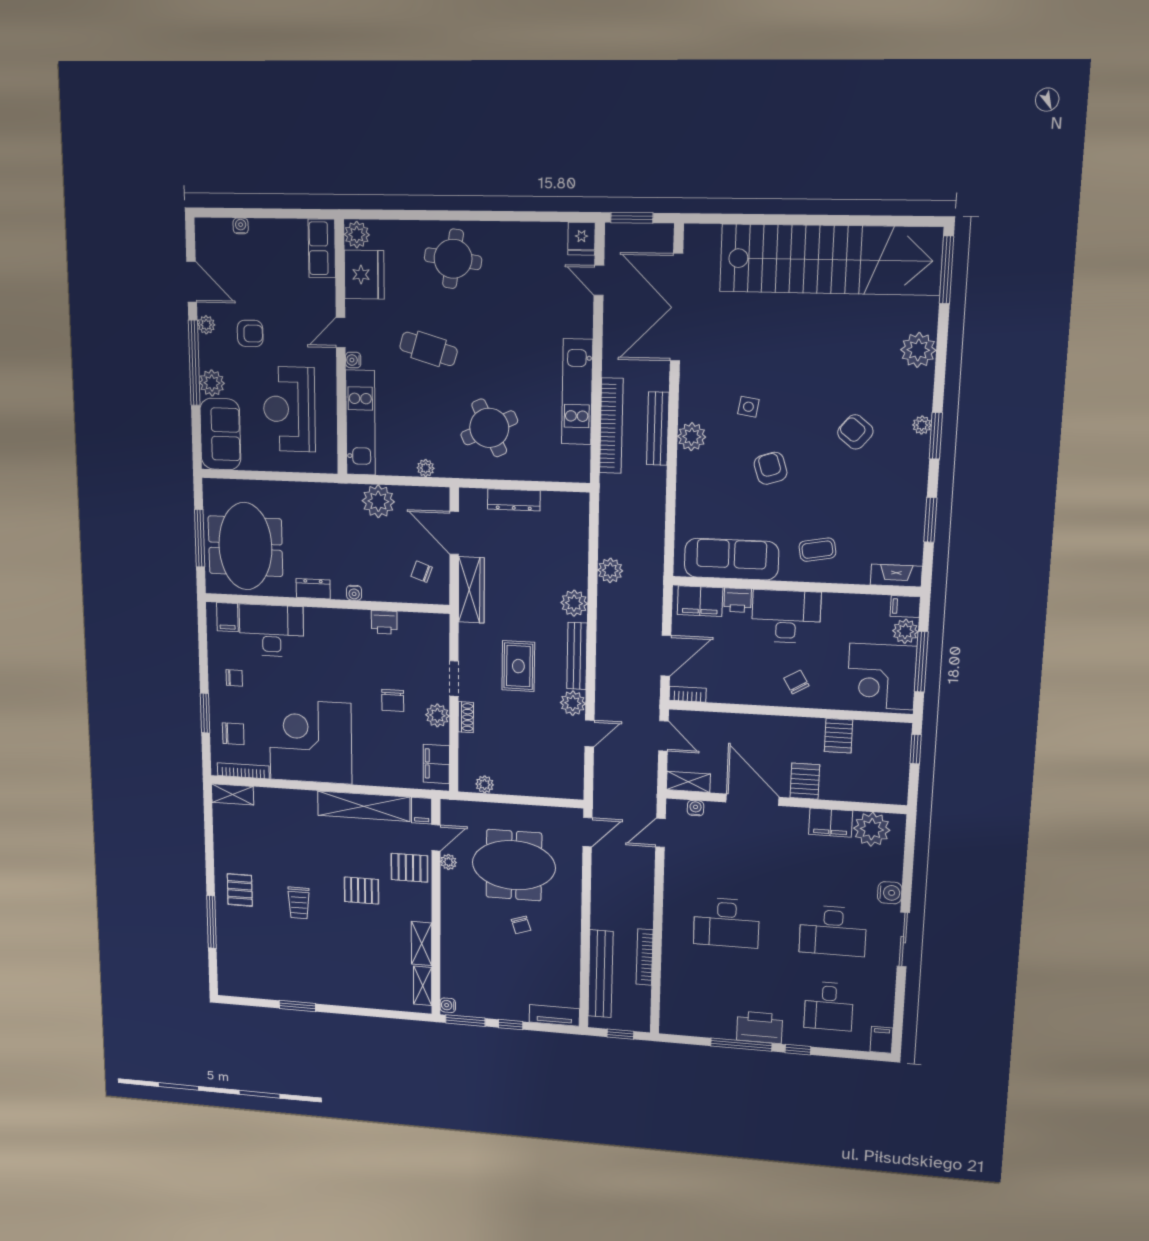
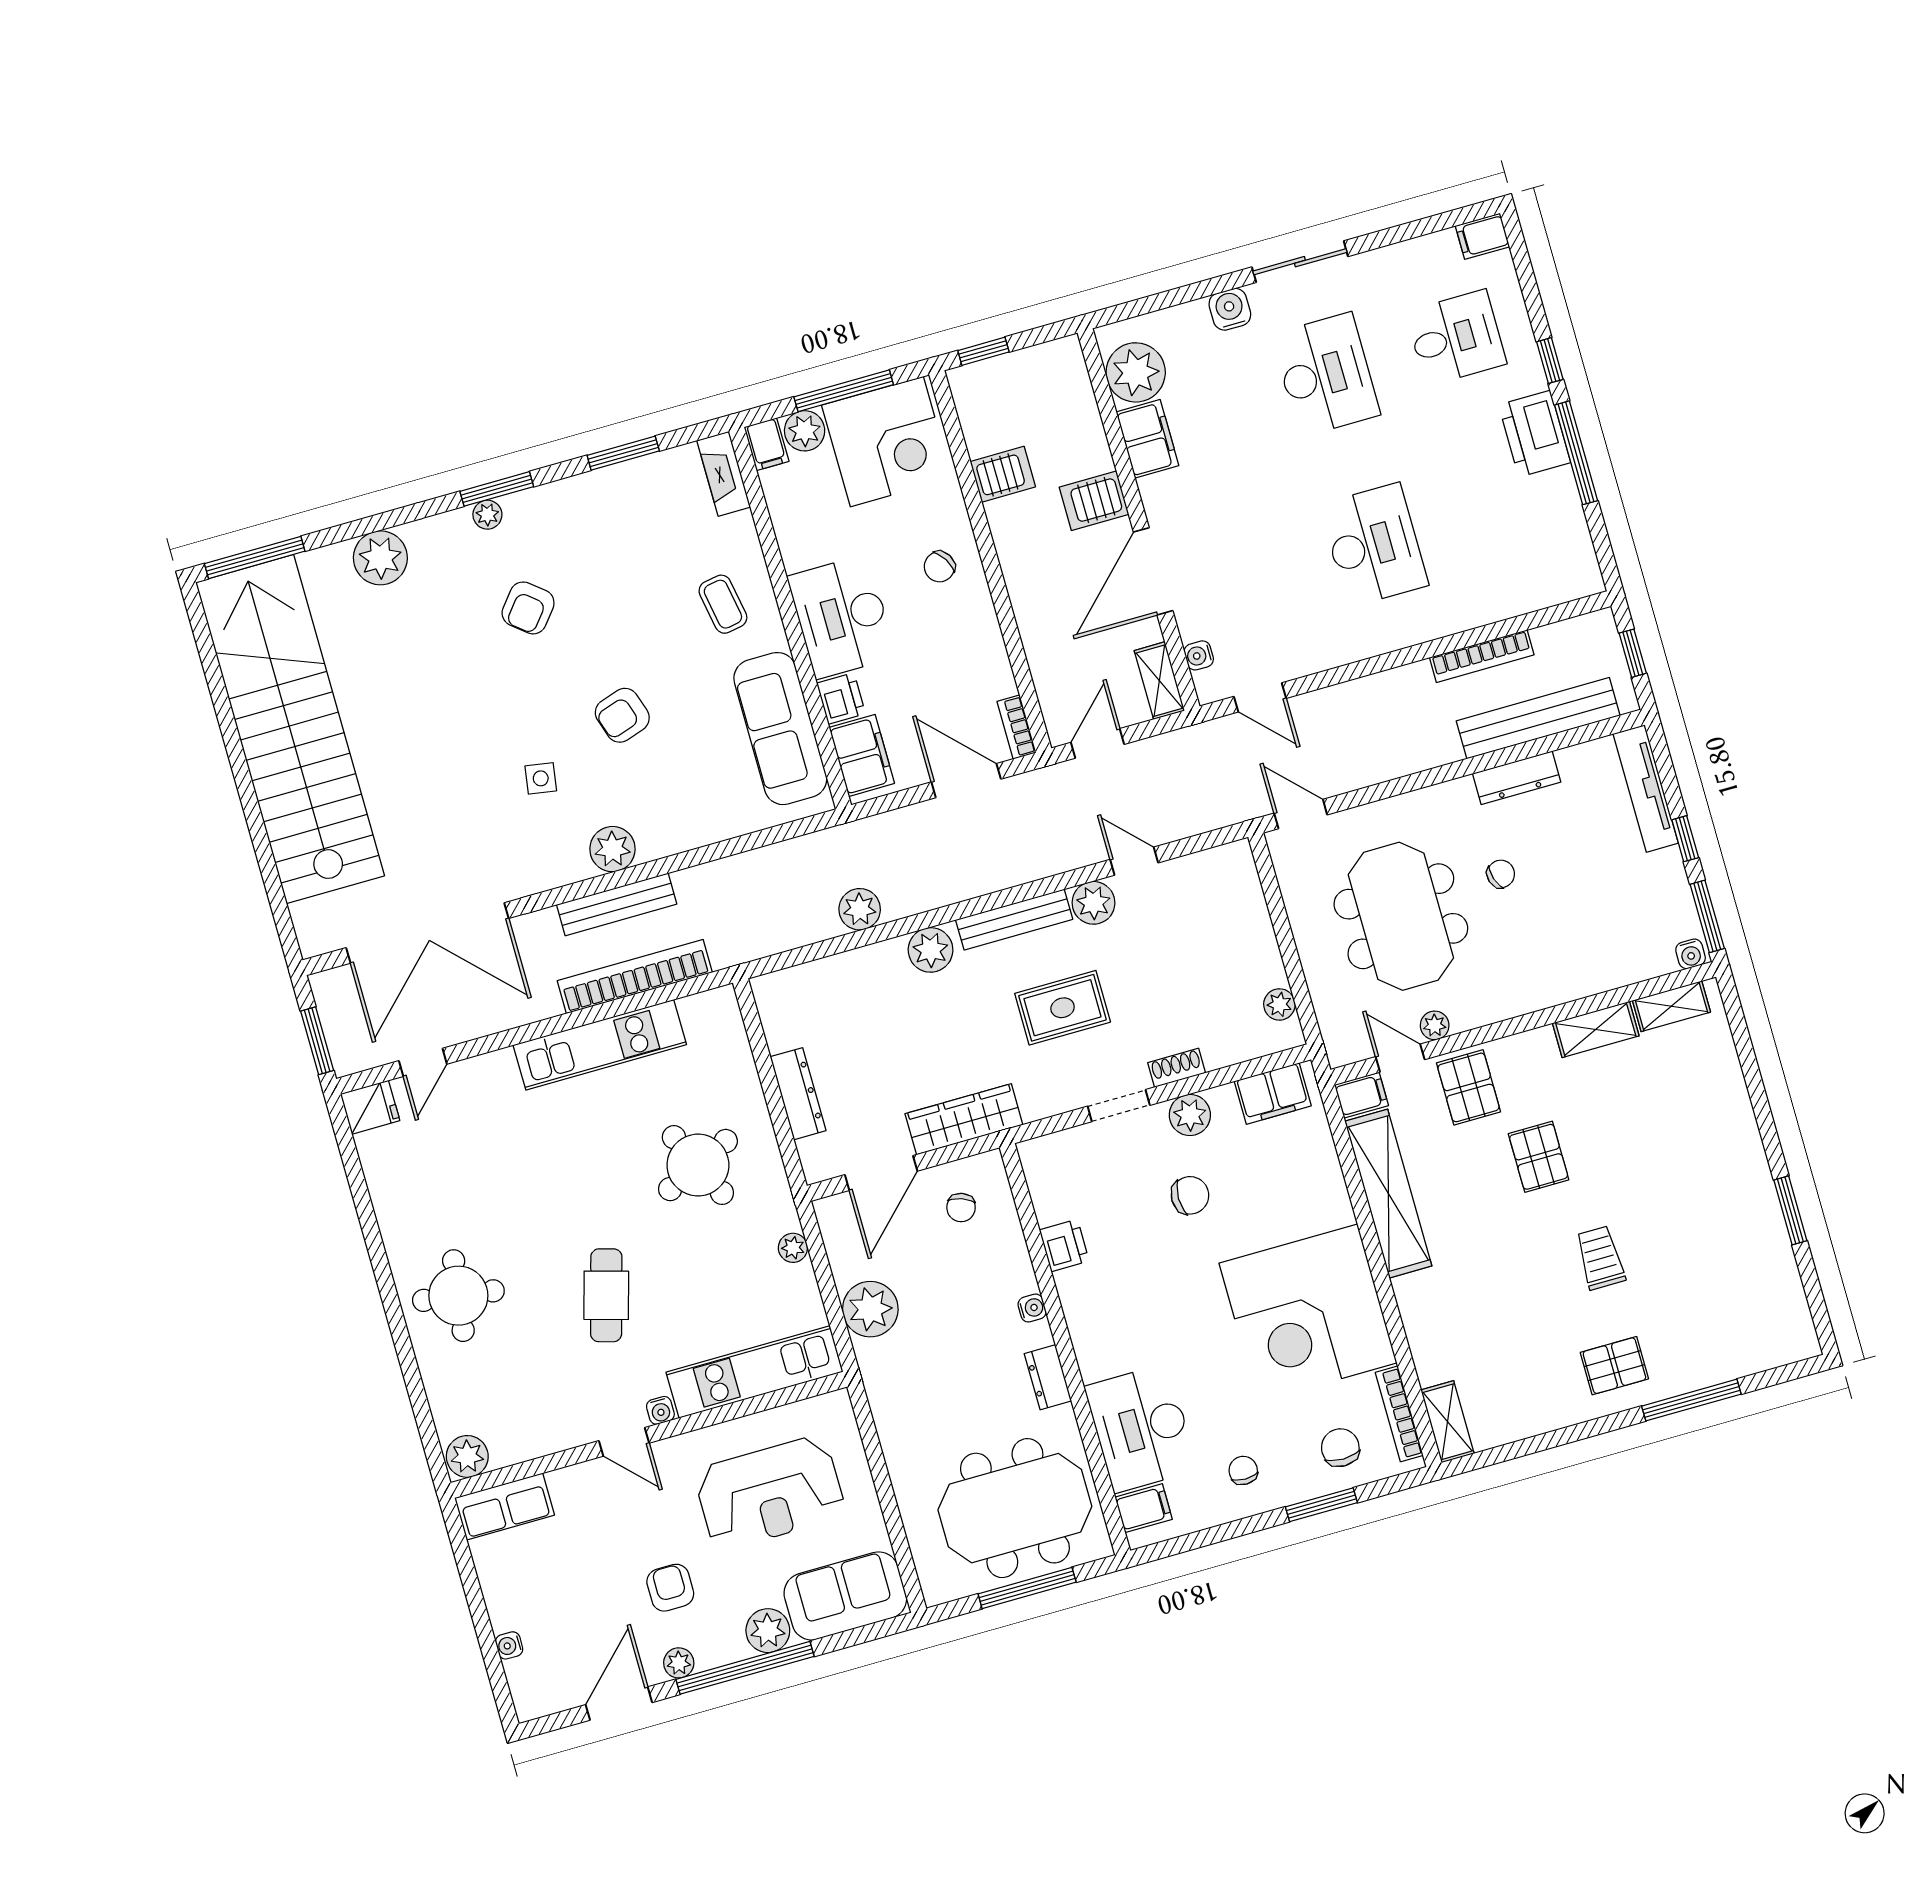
fridge: (364, 275) -> (524, 1428), removed
trolley: (299, 903) -> (1600, 1258), turned -90
dresser: (571, 951) -> (1517, 778), added
tv unit: (554, 1015) -> (1646, 788), width x1.41

